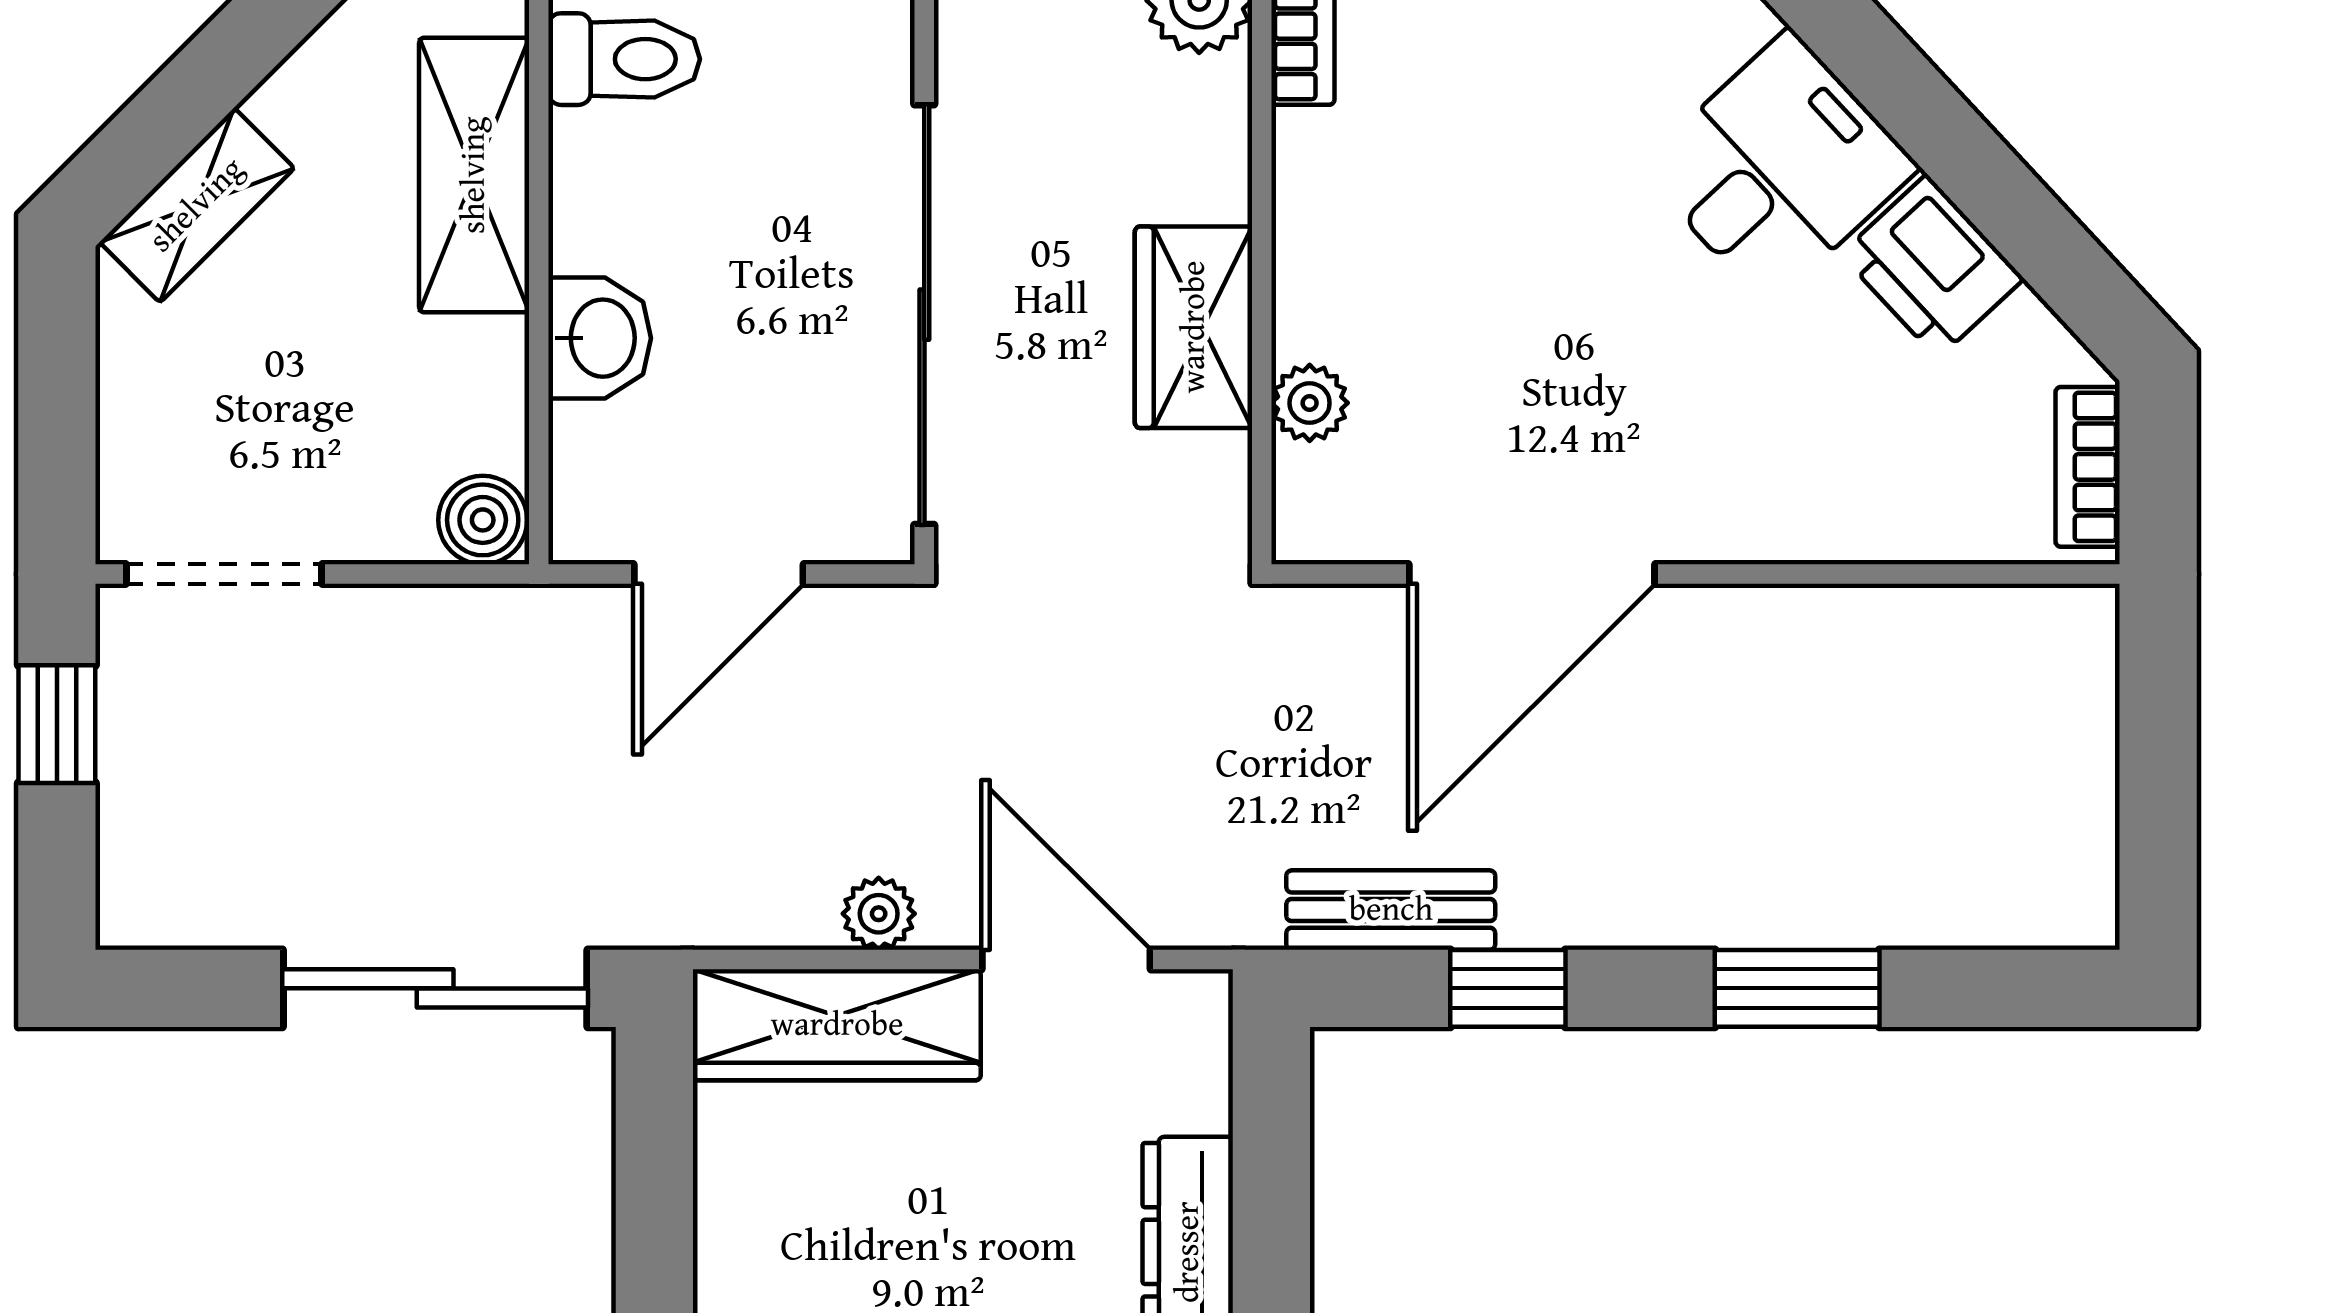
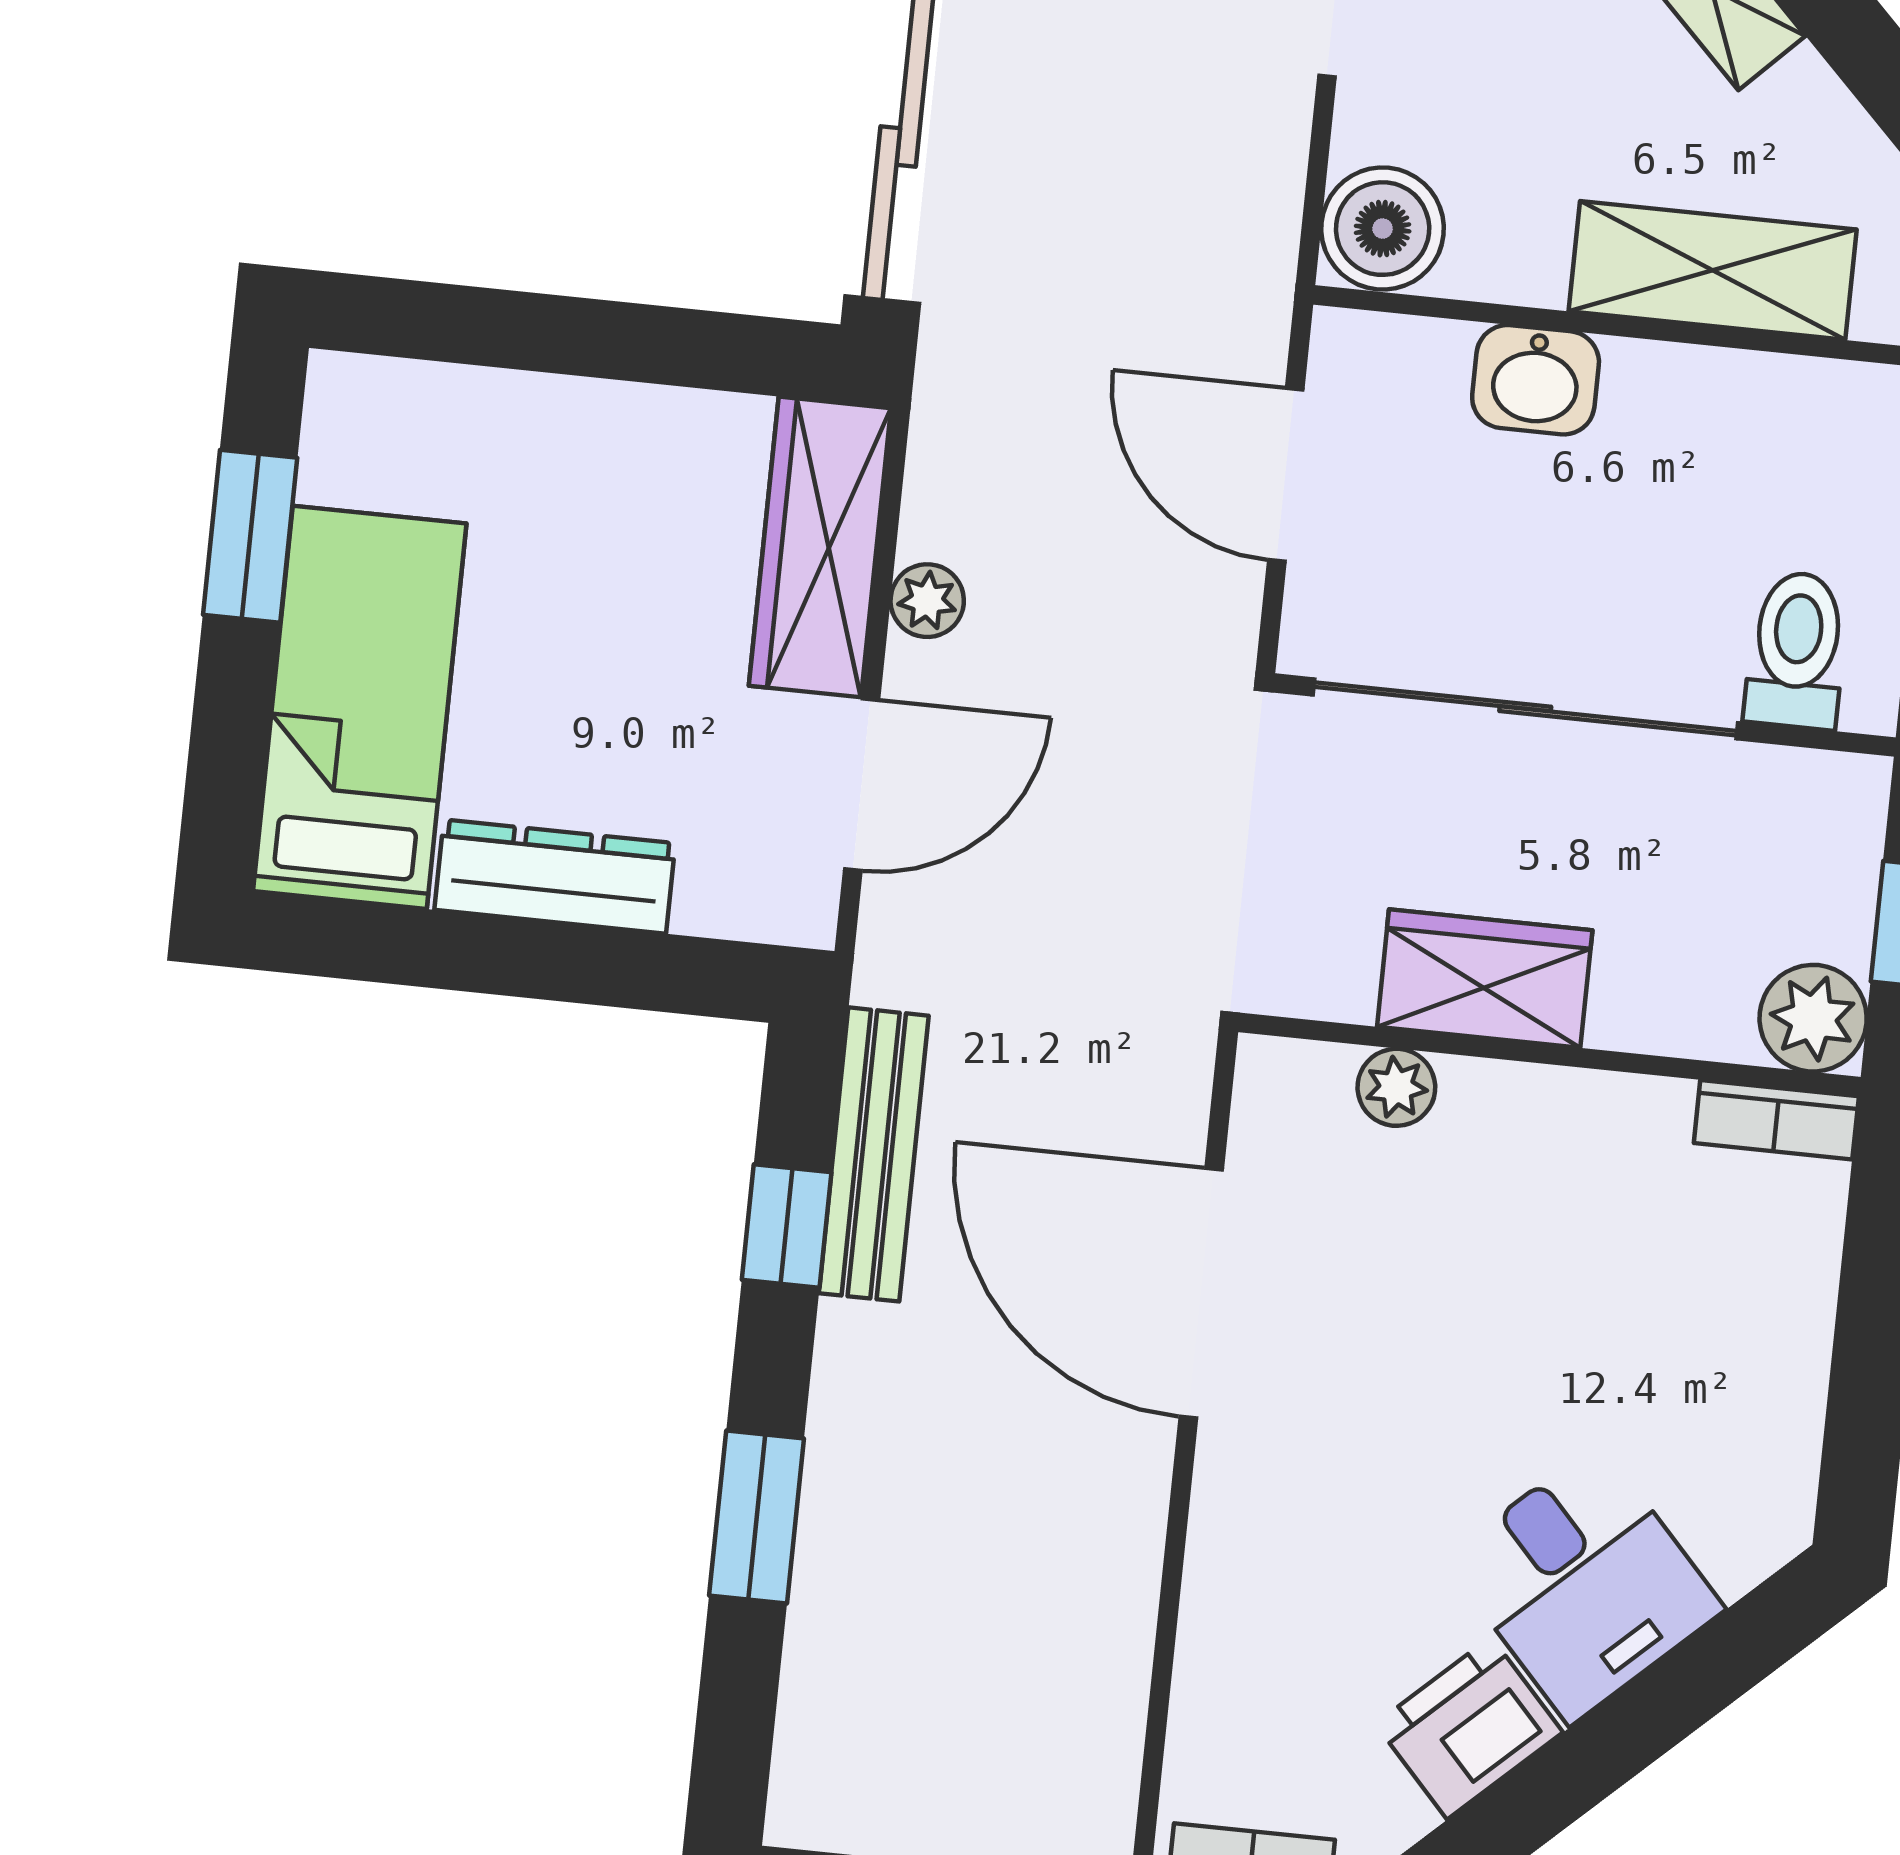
toilet: (624, 59) -> (1797, 650), moved, turned 180
boiler: (483, 520) -> (1383, 229), width x1.36, depth x1.36
bench: (1391, 910) -> (874, 1154), width x1.36

